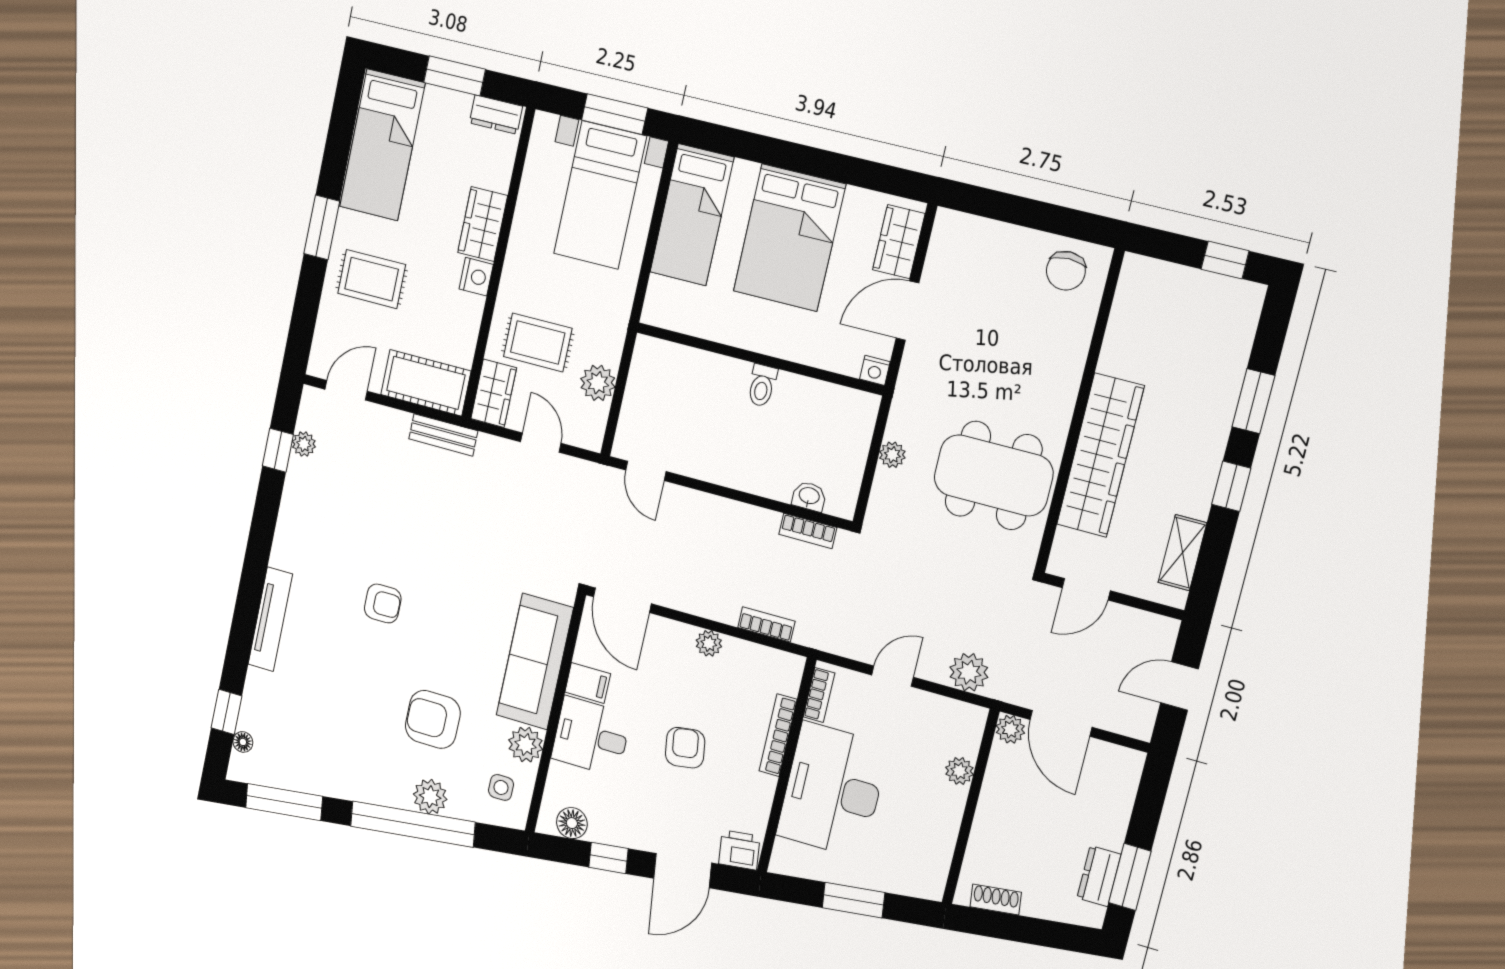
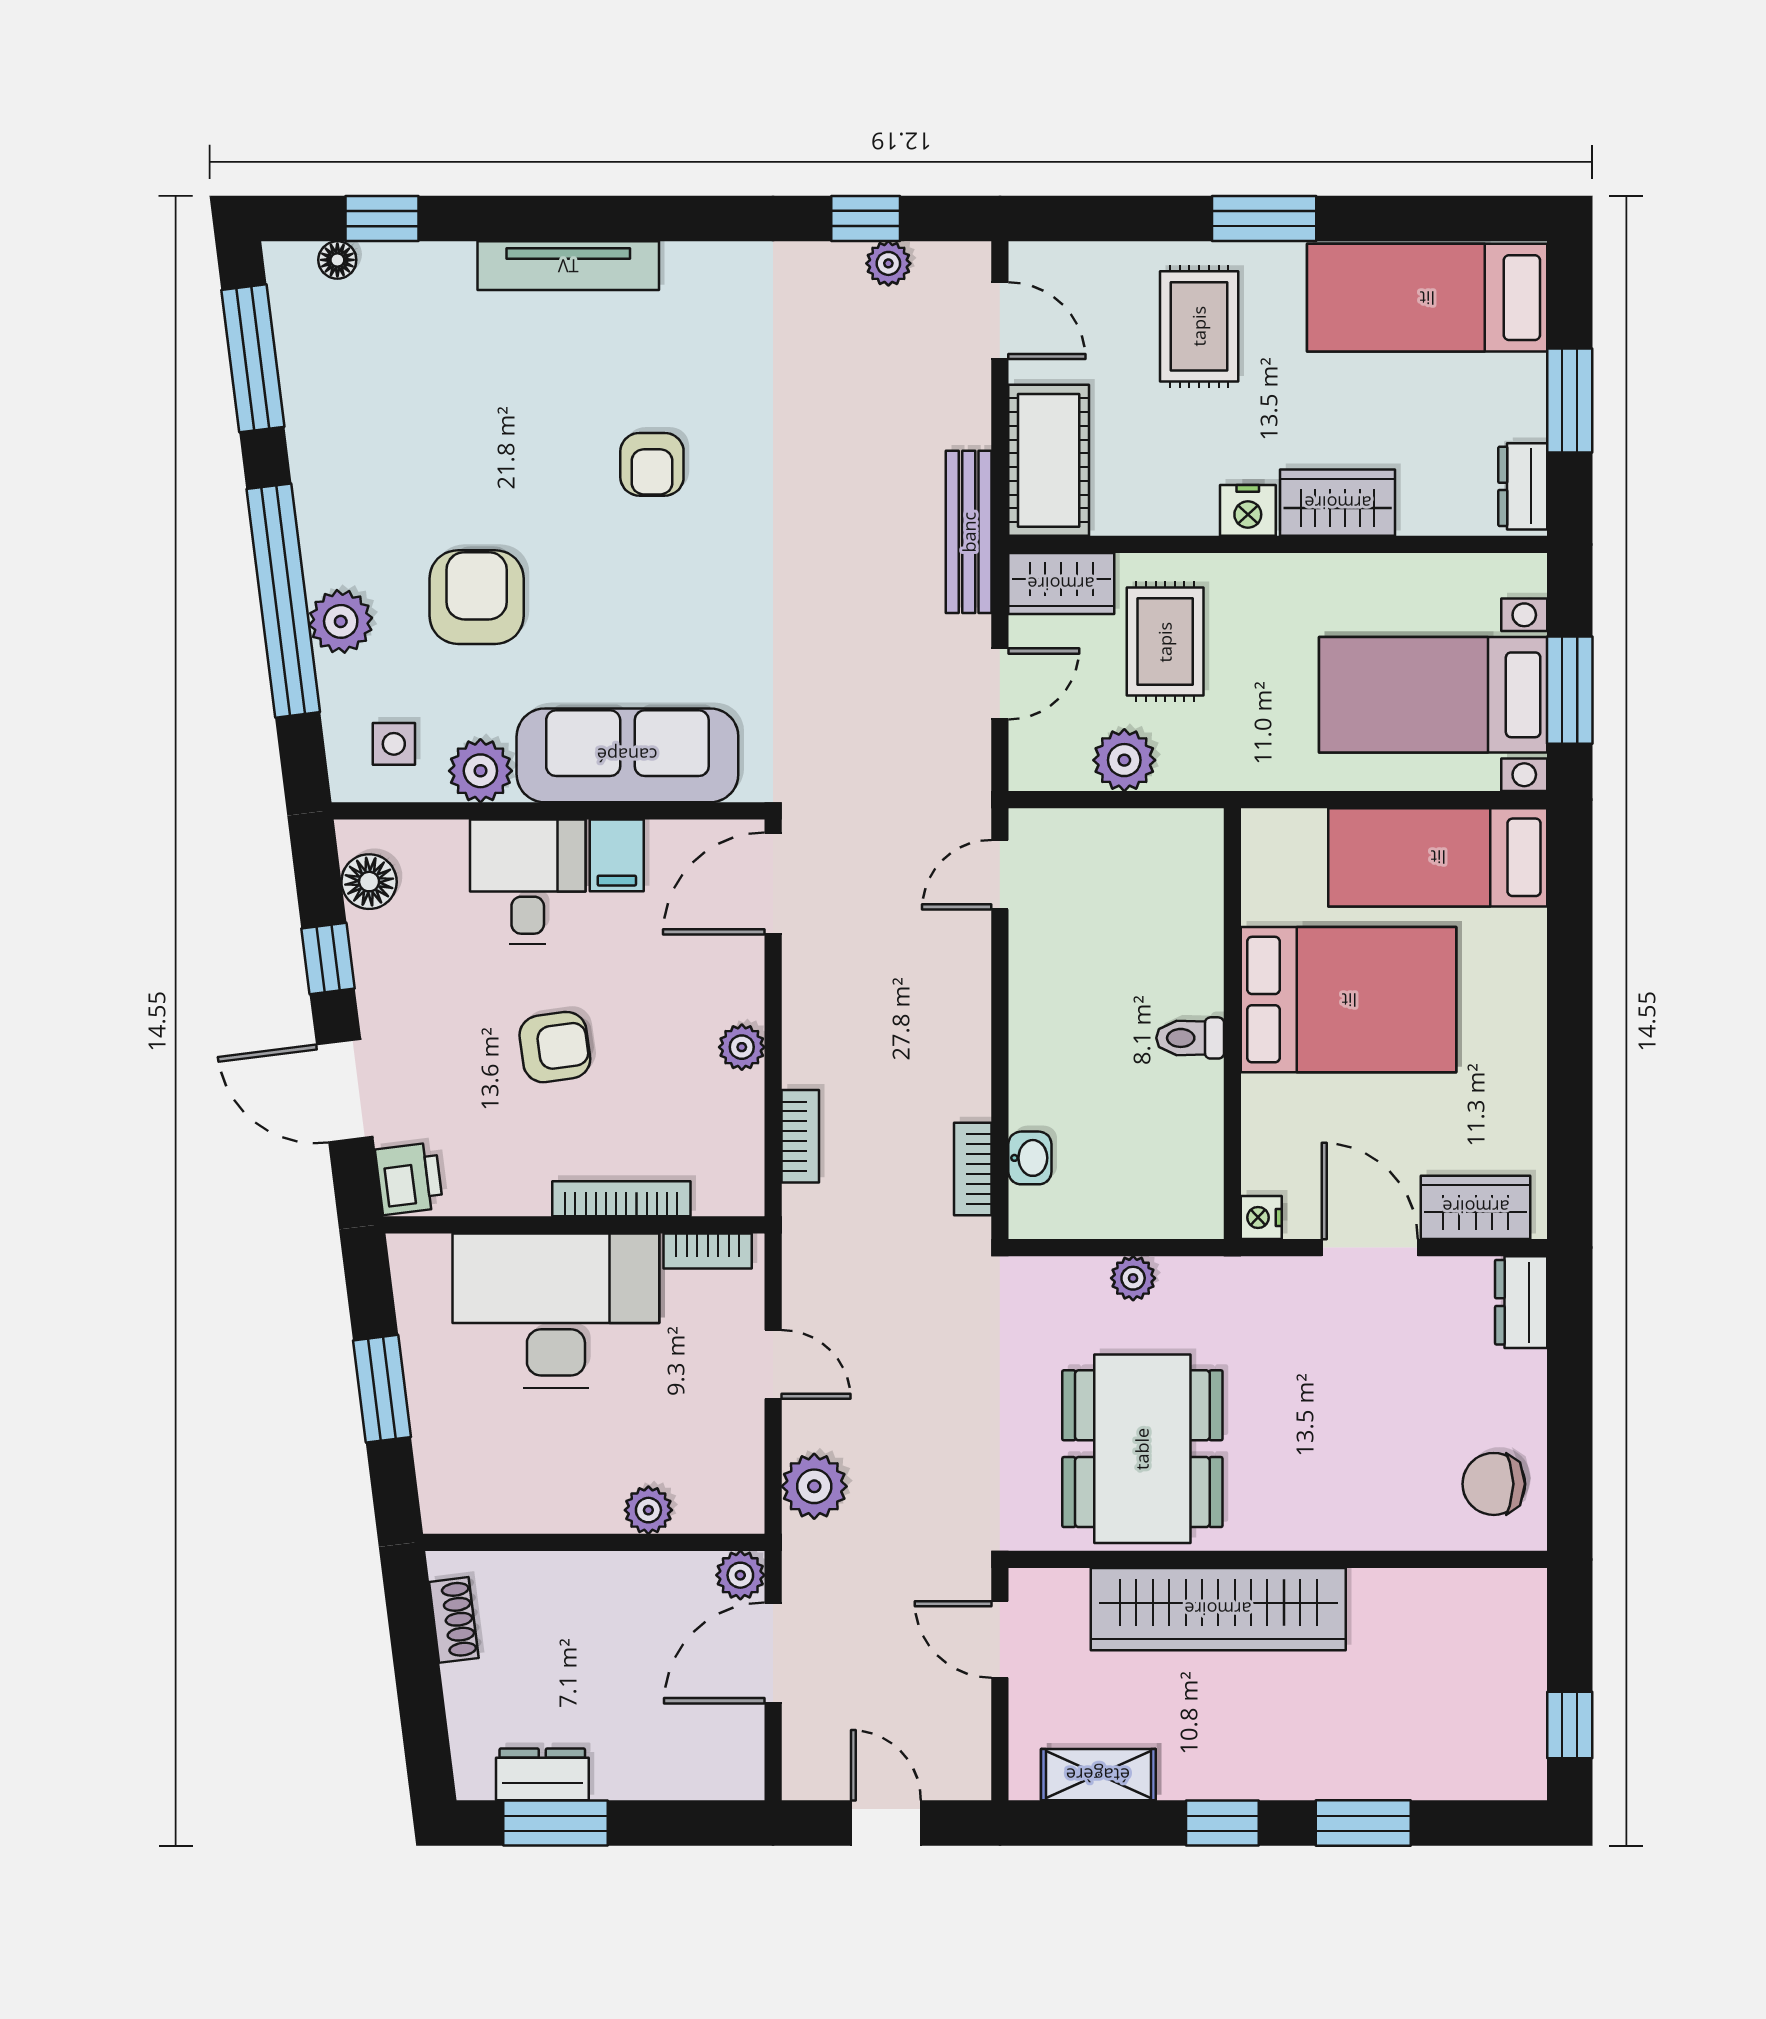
dresser: (961, 228) -> (1521, 1302), added
bed: (789, 238) -> (1349, 1000), moved, turned 180
bench: (443, 435) -> (969, 532), width x1.36

